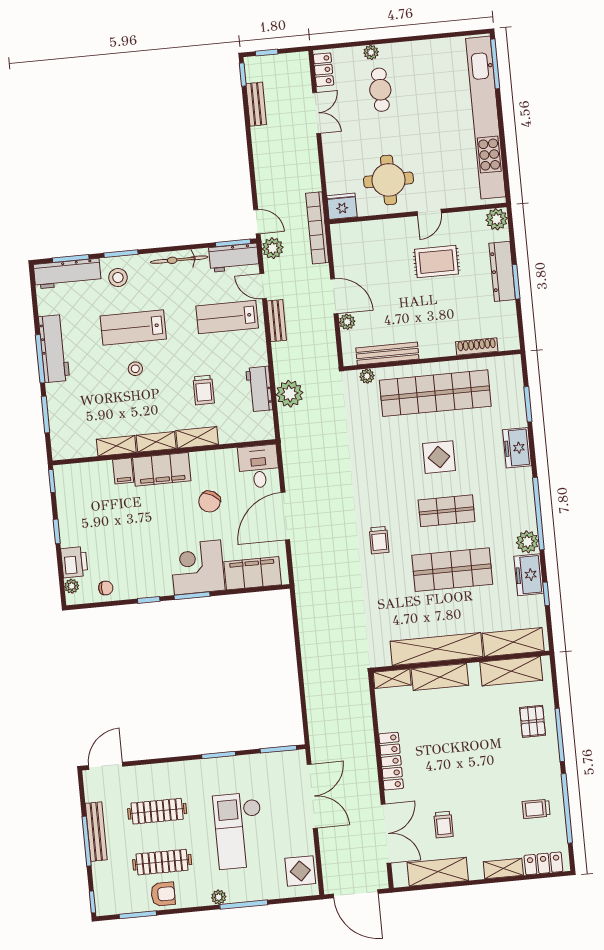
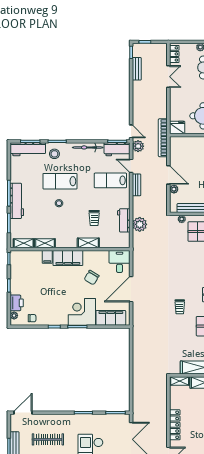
workbench: (54, 349) -> (17, 201), moved
shelving: (156, 442) -> (24, 243), moved

